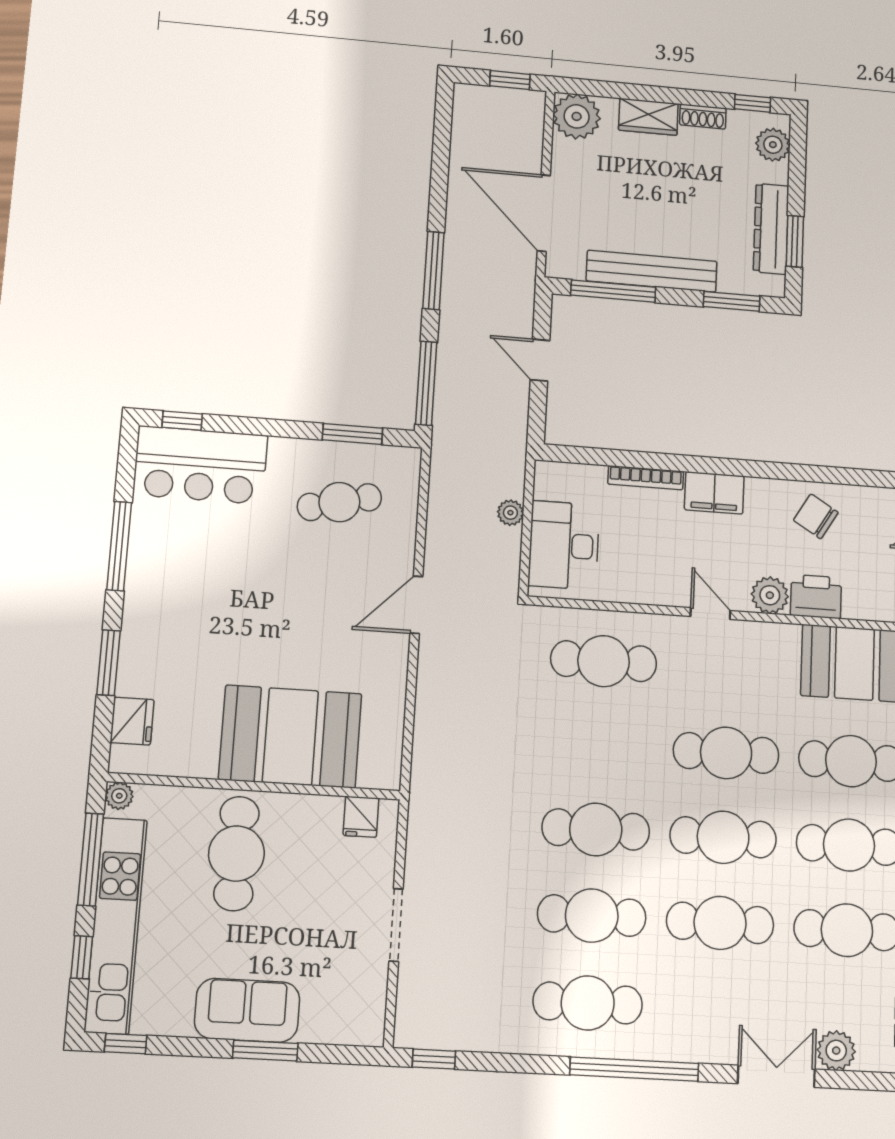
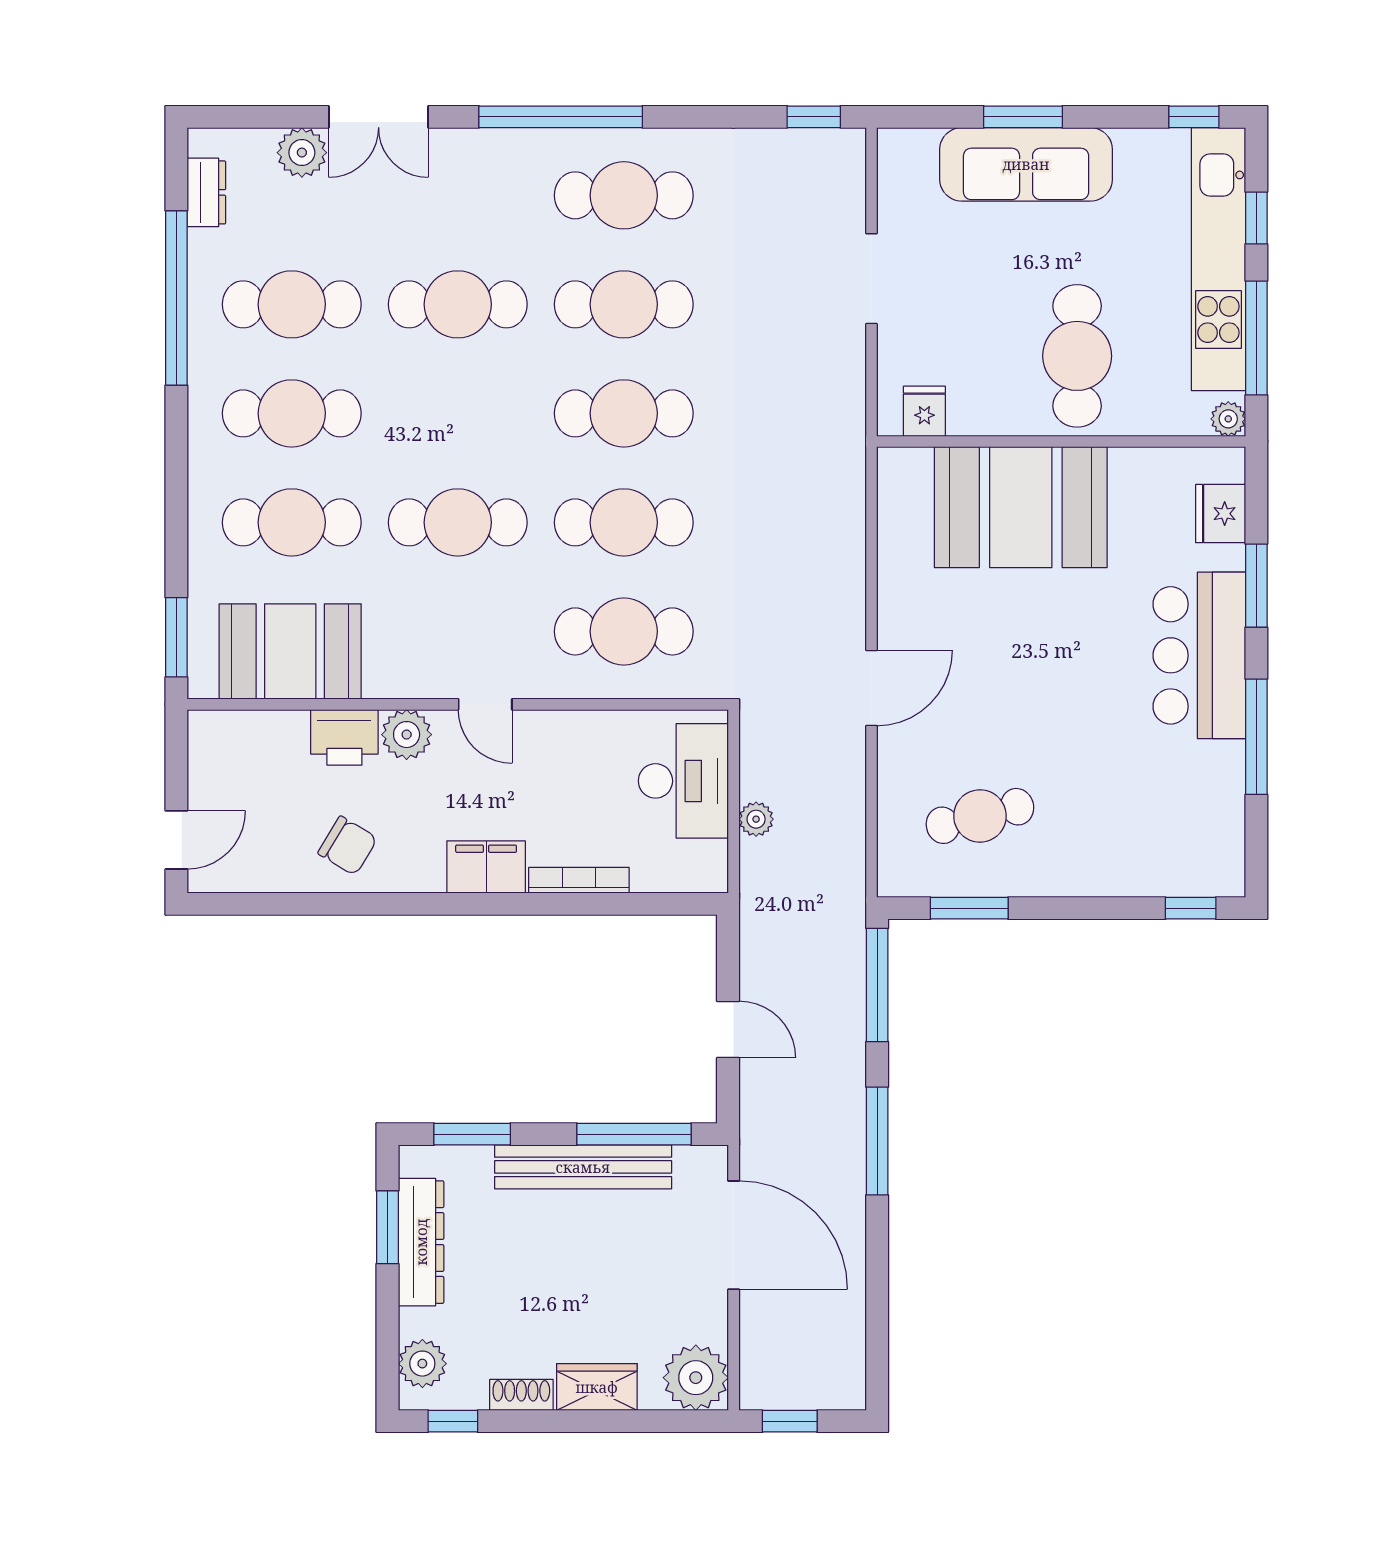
bar counter: (200, 465) -> (1199, 655), moved, turned -90
cafe table: (723, 837) -> (624, 522), moved
sofa: (247, 1010) -> (1026, 164), width x1.36

